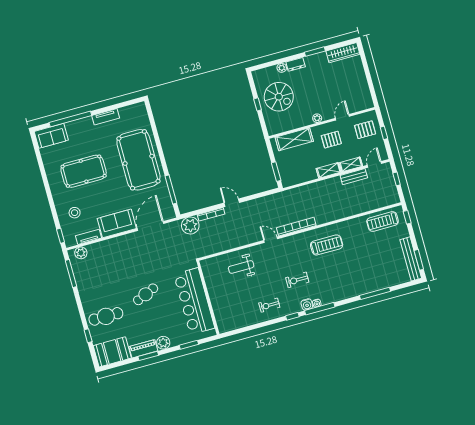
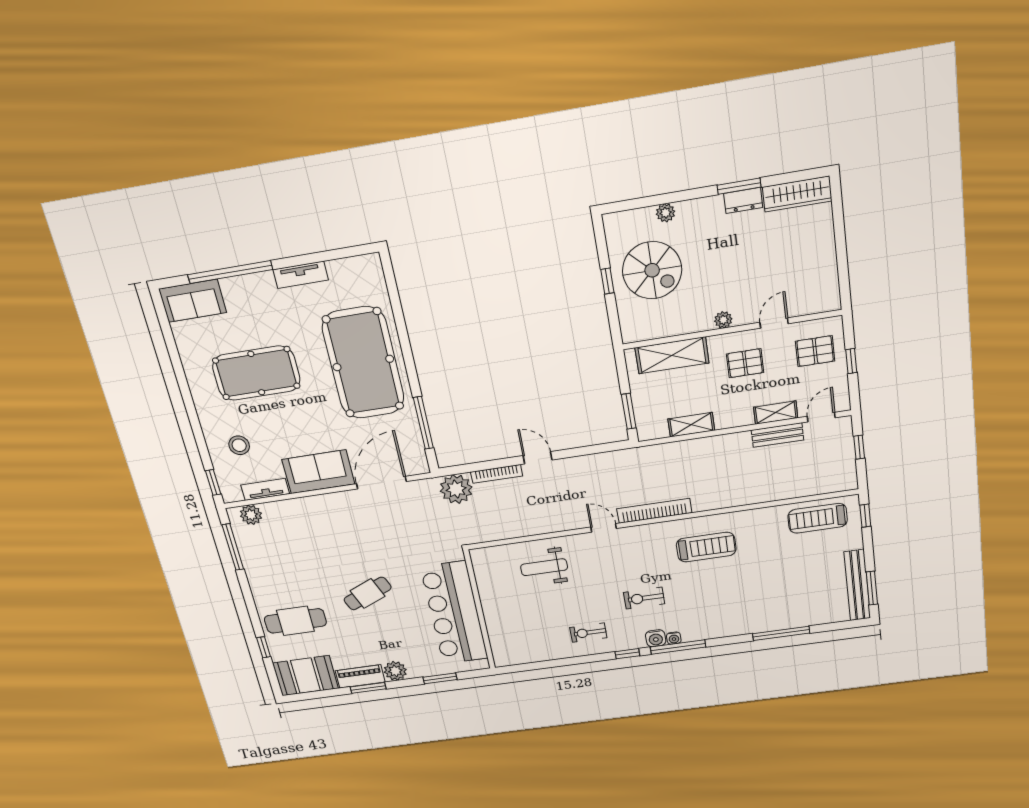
dresser: (296, 64) -> (743, 201), moved
shelving: (329, 170) -> (691, 425), moved

